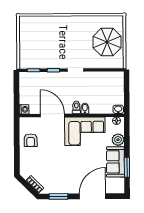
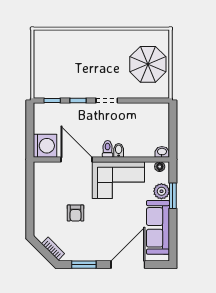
washing machine: (24, 109) -> (45, 146), width x1.89, depth x1.89
armchair: (31, 140) -> (75, 213), moved
sofa: (115, 162) -> (158, 227), width x1.36
window: (127, 167) -> (173, 196), moved

